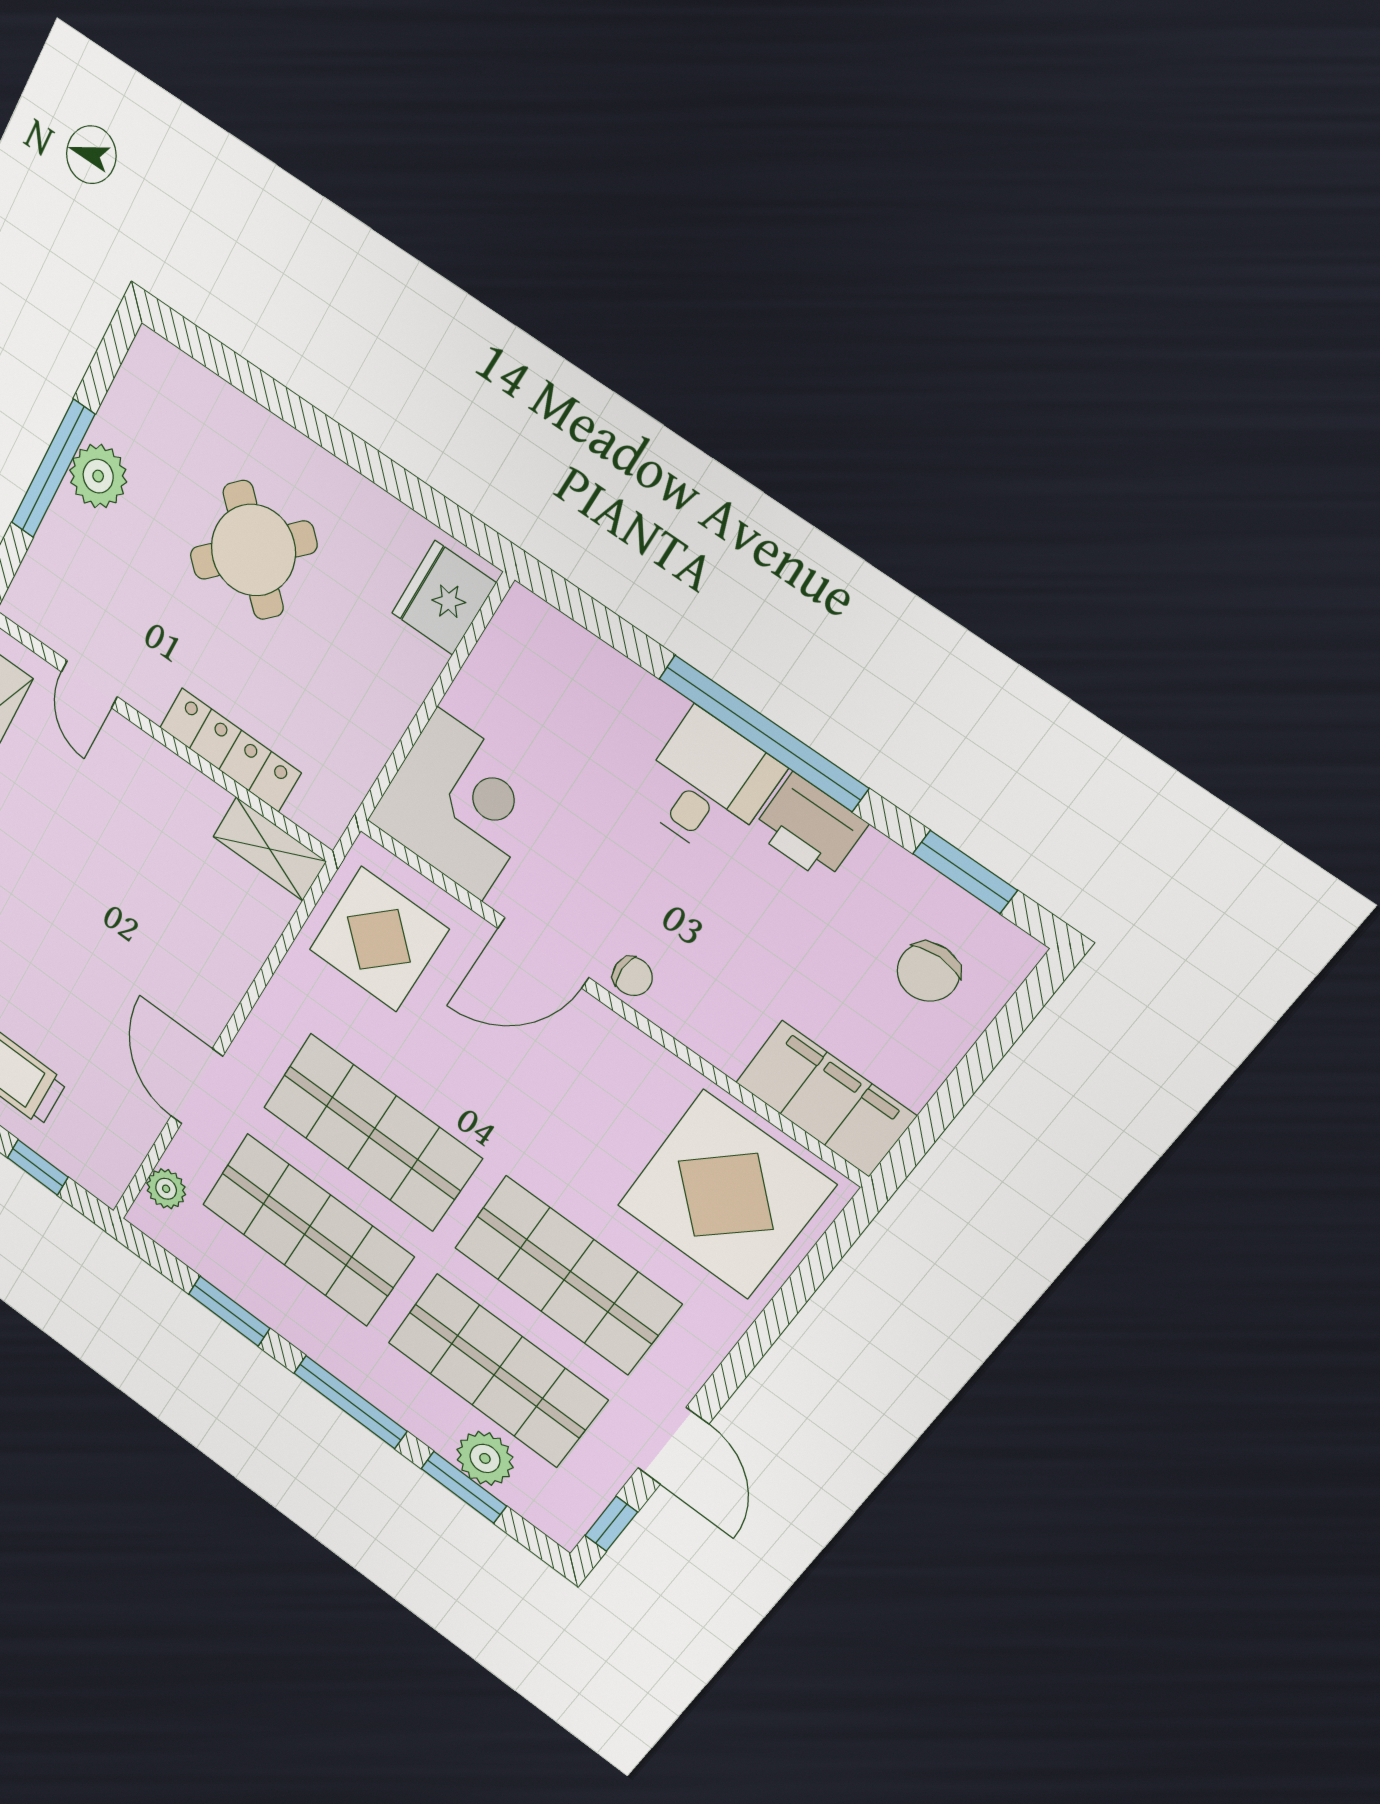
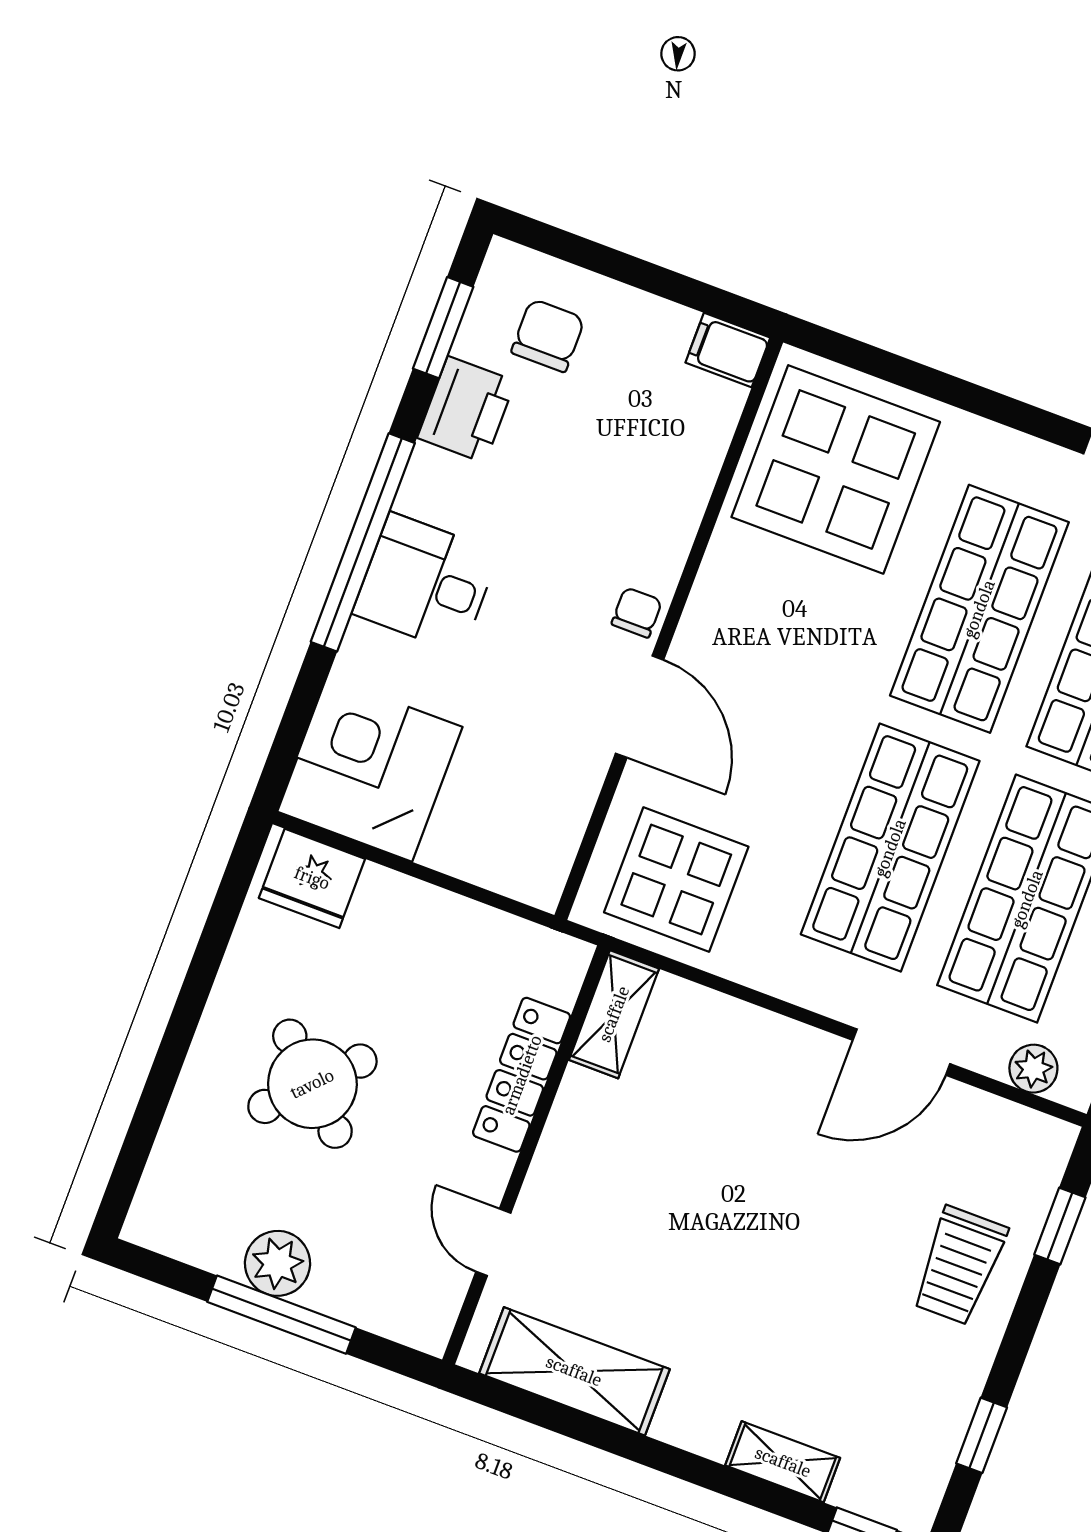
door: (89, 684) -> (493, 1242), swing flipped
corner desk: (460, 805) -> (370, 769), moved
printer: (810, 827) -> (466, 409), moved
chair: (928, 972) -> (548, 335), turned -90
filing cabinet: (826, 1099) -> (728, 350), width x0.33, depth x0.86

